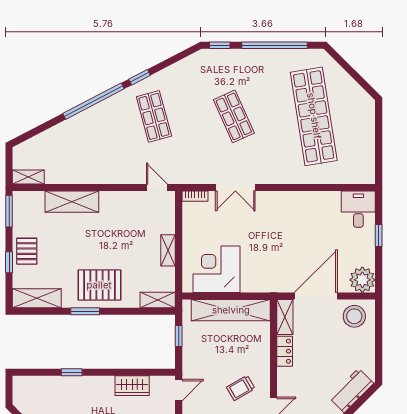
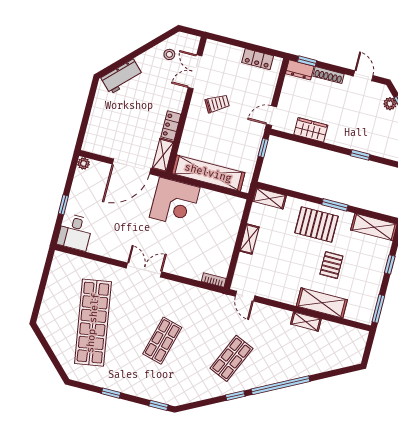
window: (275, 45) -> (111, 393), width x0.32
shop shelf: (154, 116) -> (232, 358), turned 39
shop shelf: (234, 116) -> (162, 341), turned 39
shelving: (28, 177) -> (306, 322), moved
double door: (235, 188) -> (144, 270), moved
pallet: (27, 251) -> (331, 265), moved
corner desk: (217, 269) -> (175, 202), moved
plant: (362, 280) -> (84, 163), width x0.53, depth x0.53
stool: (354, 316) -> (103, 140), removed
window: (179, 336) -> (263, 148), moved

